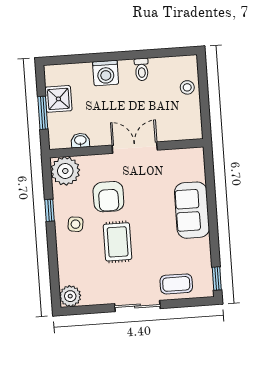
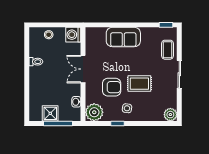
washing machine: (106, 73) -> (73, 35), moved, turned 180
window: (43, 113) -> (58, 123), width x1.44

